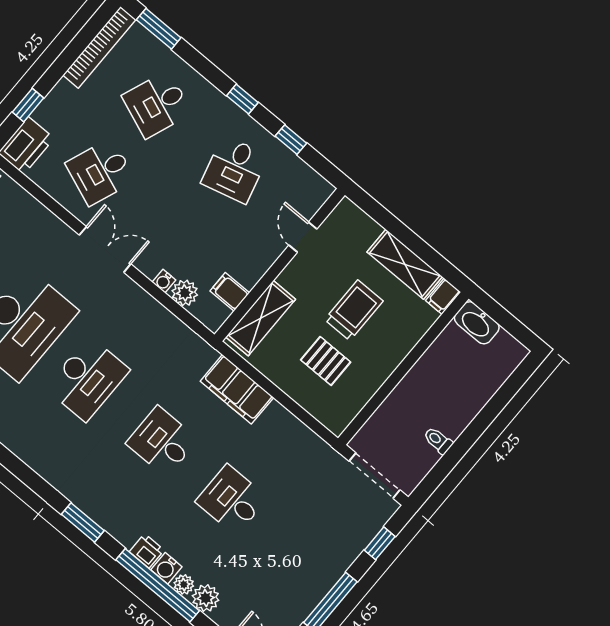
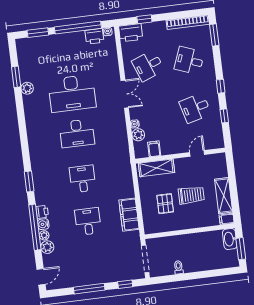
desk: (100, 172) -> (148, 66), turned -42
window: (508, 322) -> (241, 249), added
filing cabinet: (237, 389) -> (129, 215), moved

